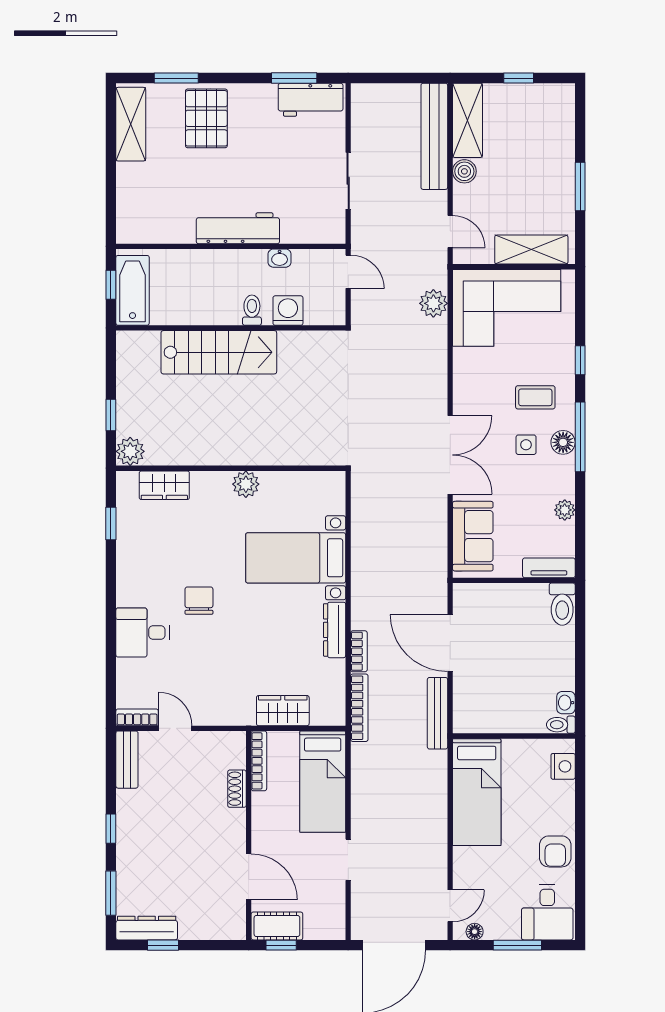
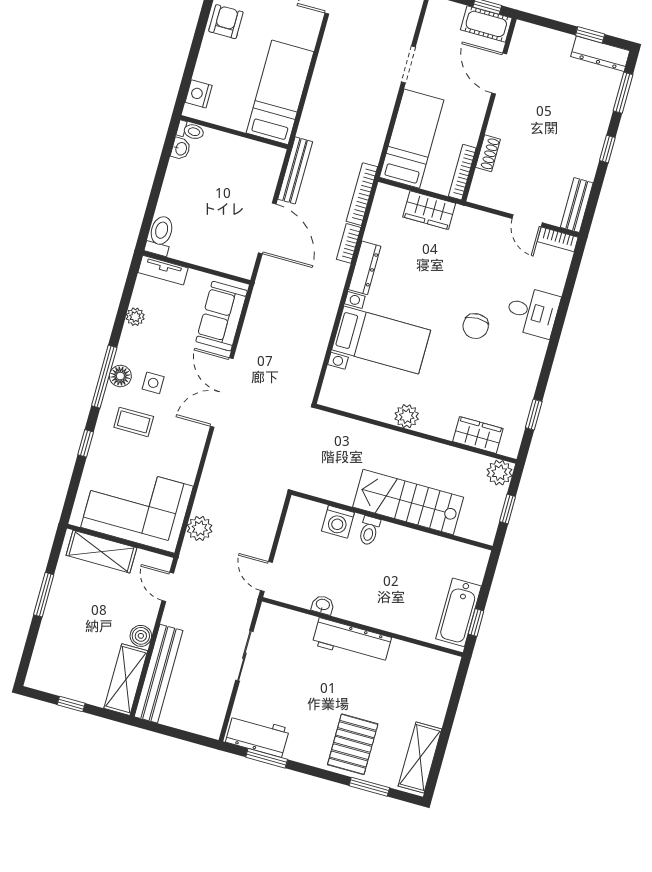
toilet: (252, 310) -> (369, 531), moved
washing machine: (288, 311) -> (338, 522), moved
wall: (231, 328) -> (392, 520), moved
stairs: (219, 352) -> (408, 502), moved

